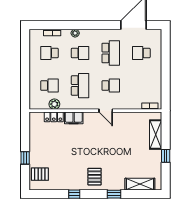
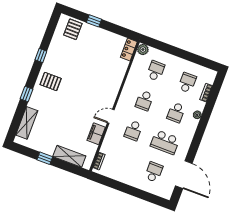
school desk: (49, 86) -> (156, 71), turned 180
school desk: (80, 86) -> (144, 101), width x0.54
plant: (54, 104) -> (143, 49), moved
locker: (54, 117) -> (129, 49), moved
filing cabinet: (74, 118) -> (96, 134), moved

